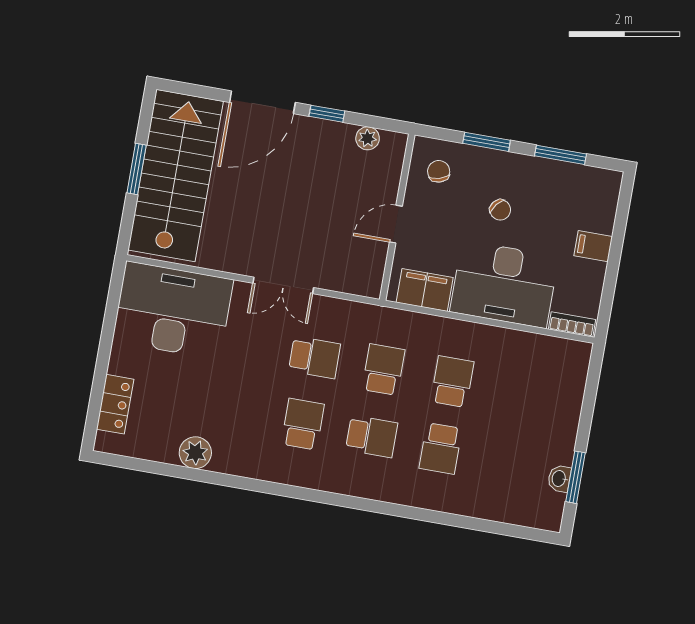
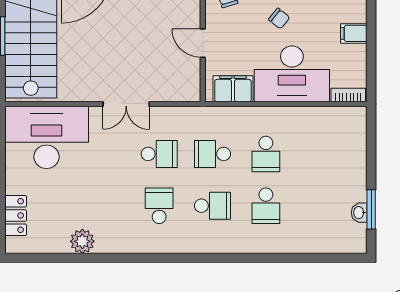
door: (396, 224) -> (203, 43), hinge flipped
school desk: (383, 370) -> (213, 154), turned -90
school desk: (452, 382) -> (266, 154), turned 180

